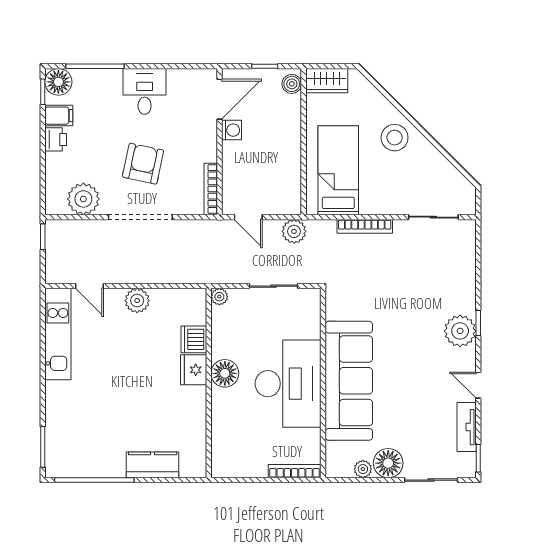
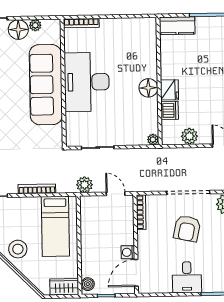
plant: (219, 297) -> (153, 139), moved
dishwasher: (194, 339) -> (170, 110), moved
fridge: (194, 370) -> (169, 90), moved
floor lamp: (225, 373) -> (148, 88), moved
wall: (209, 383) -> (159, 81), moved

